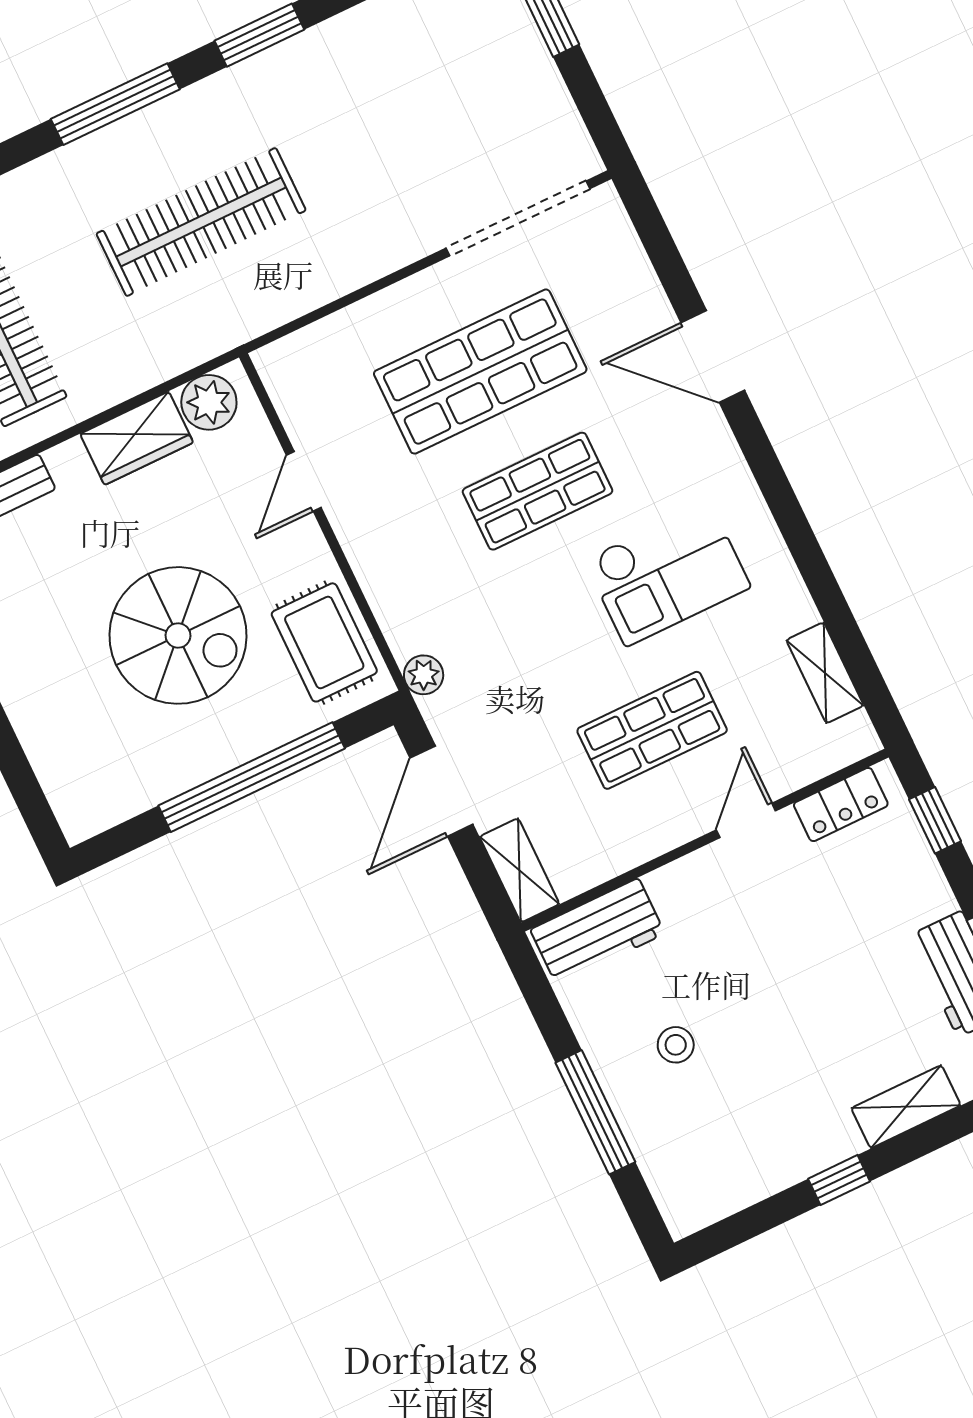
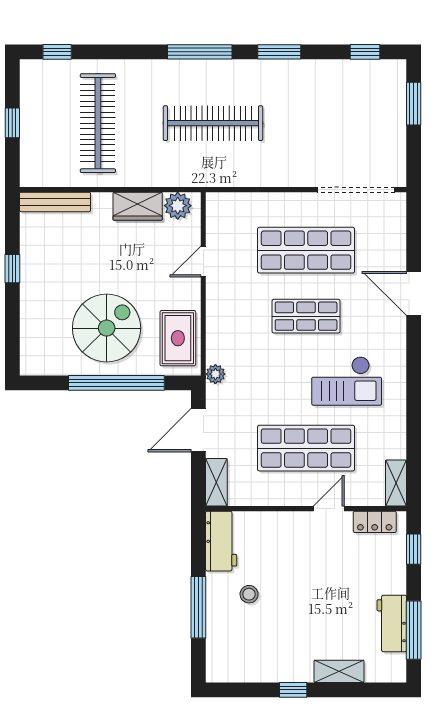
spiral stairs: (178, 635) -> (107, 328), moved, turned -90
shelving: (825, 673) -> (396, 483), moved
shop shelf: (652, 730) -> (306, 448), width x1.43, depth x1.36
workbench: (597, 932) -> (221, 541), moved, turned -90

